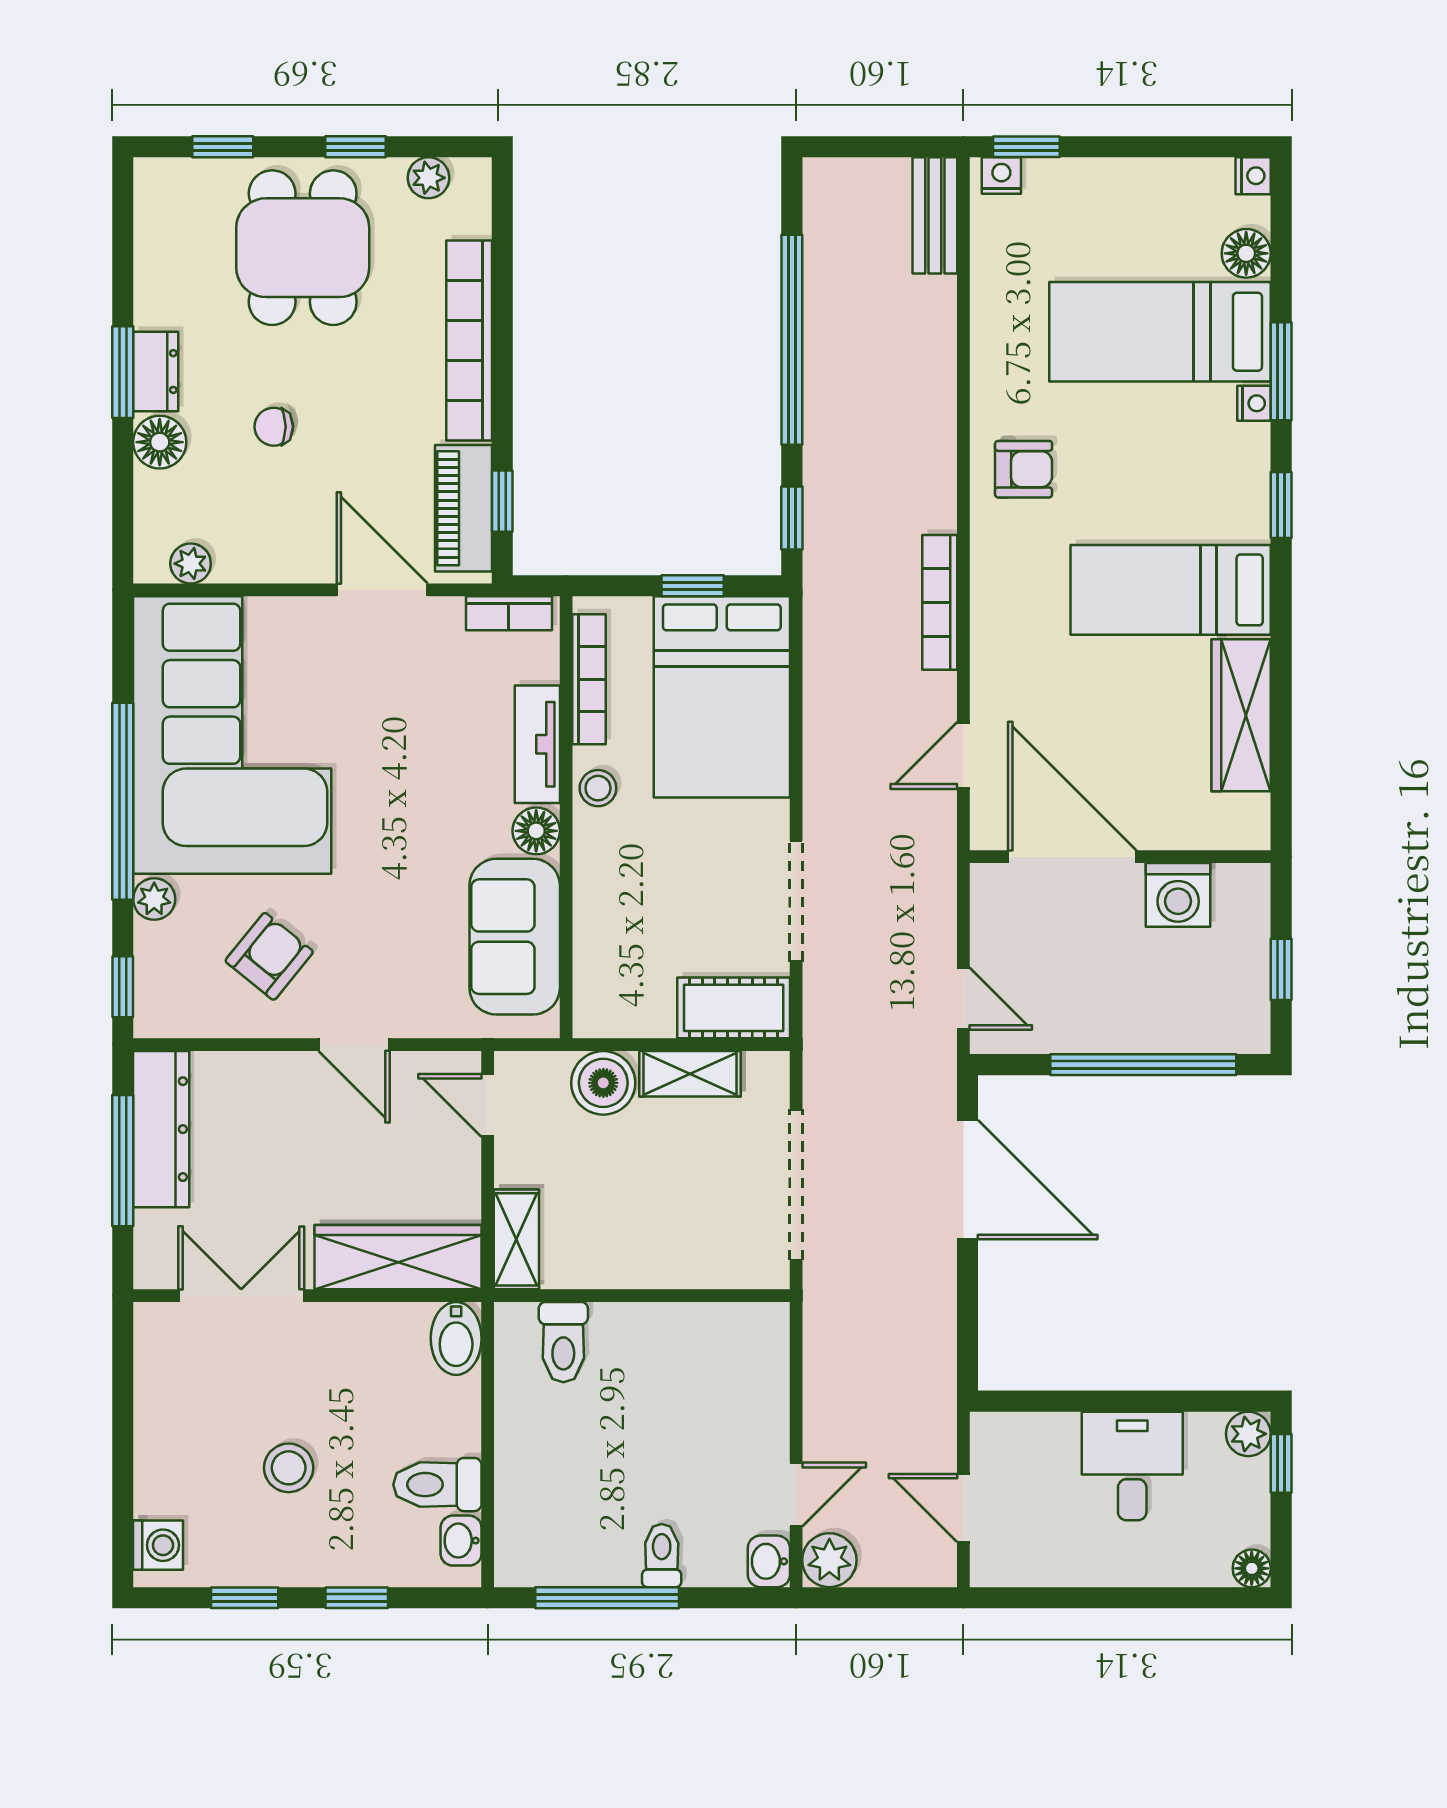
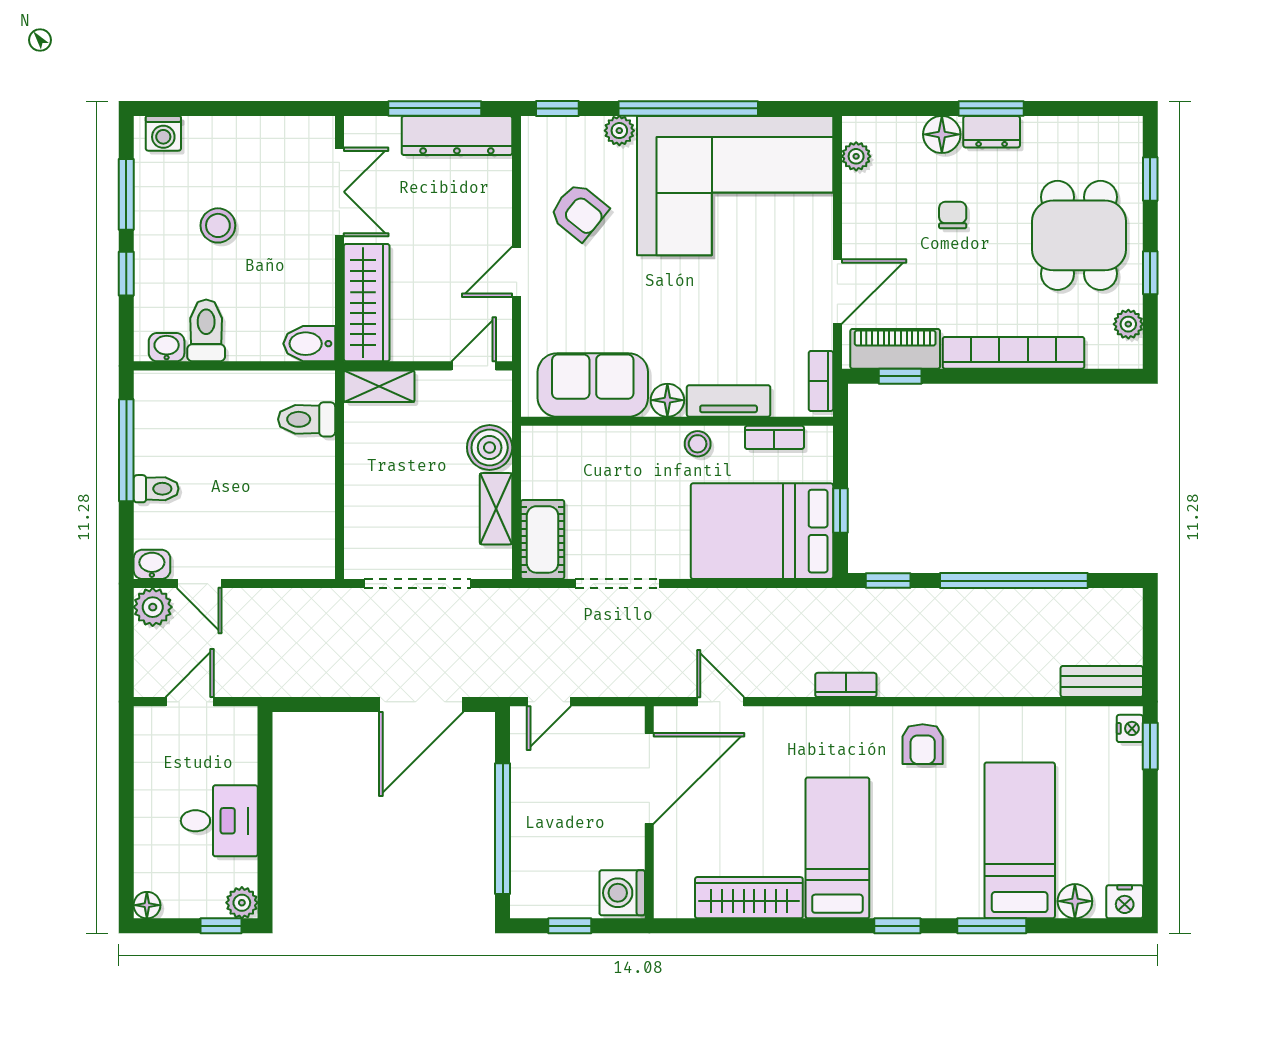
nightstand: (1253, 176) -> (1125, 902), width x1.39, depth x1.35
dining table: (303, 248) -> (1079, 235), turned 90
nightstand: (1254, 403) -> (969, 907), removed
bookcase: (940, 602) -> (846, 685), width x0.64
bookcase: (589, 679) -> (774, 437), width x0.64
washing machine: (1178, 895) -> (622, 893), moved
window: (245, 1598) -> (126, 194), width x1.50

